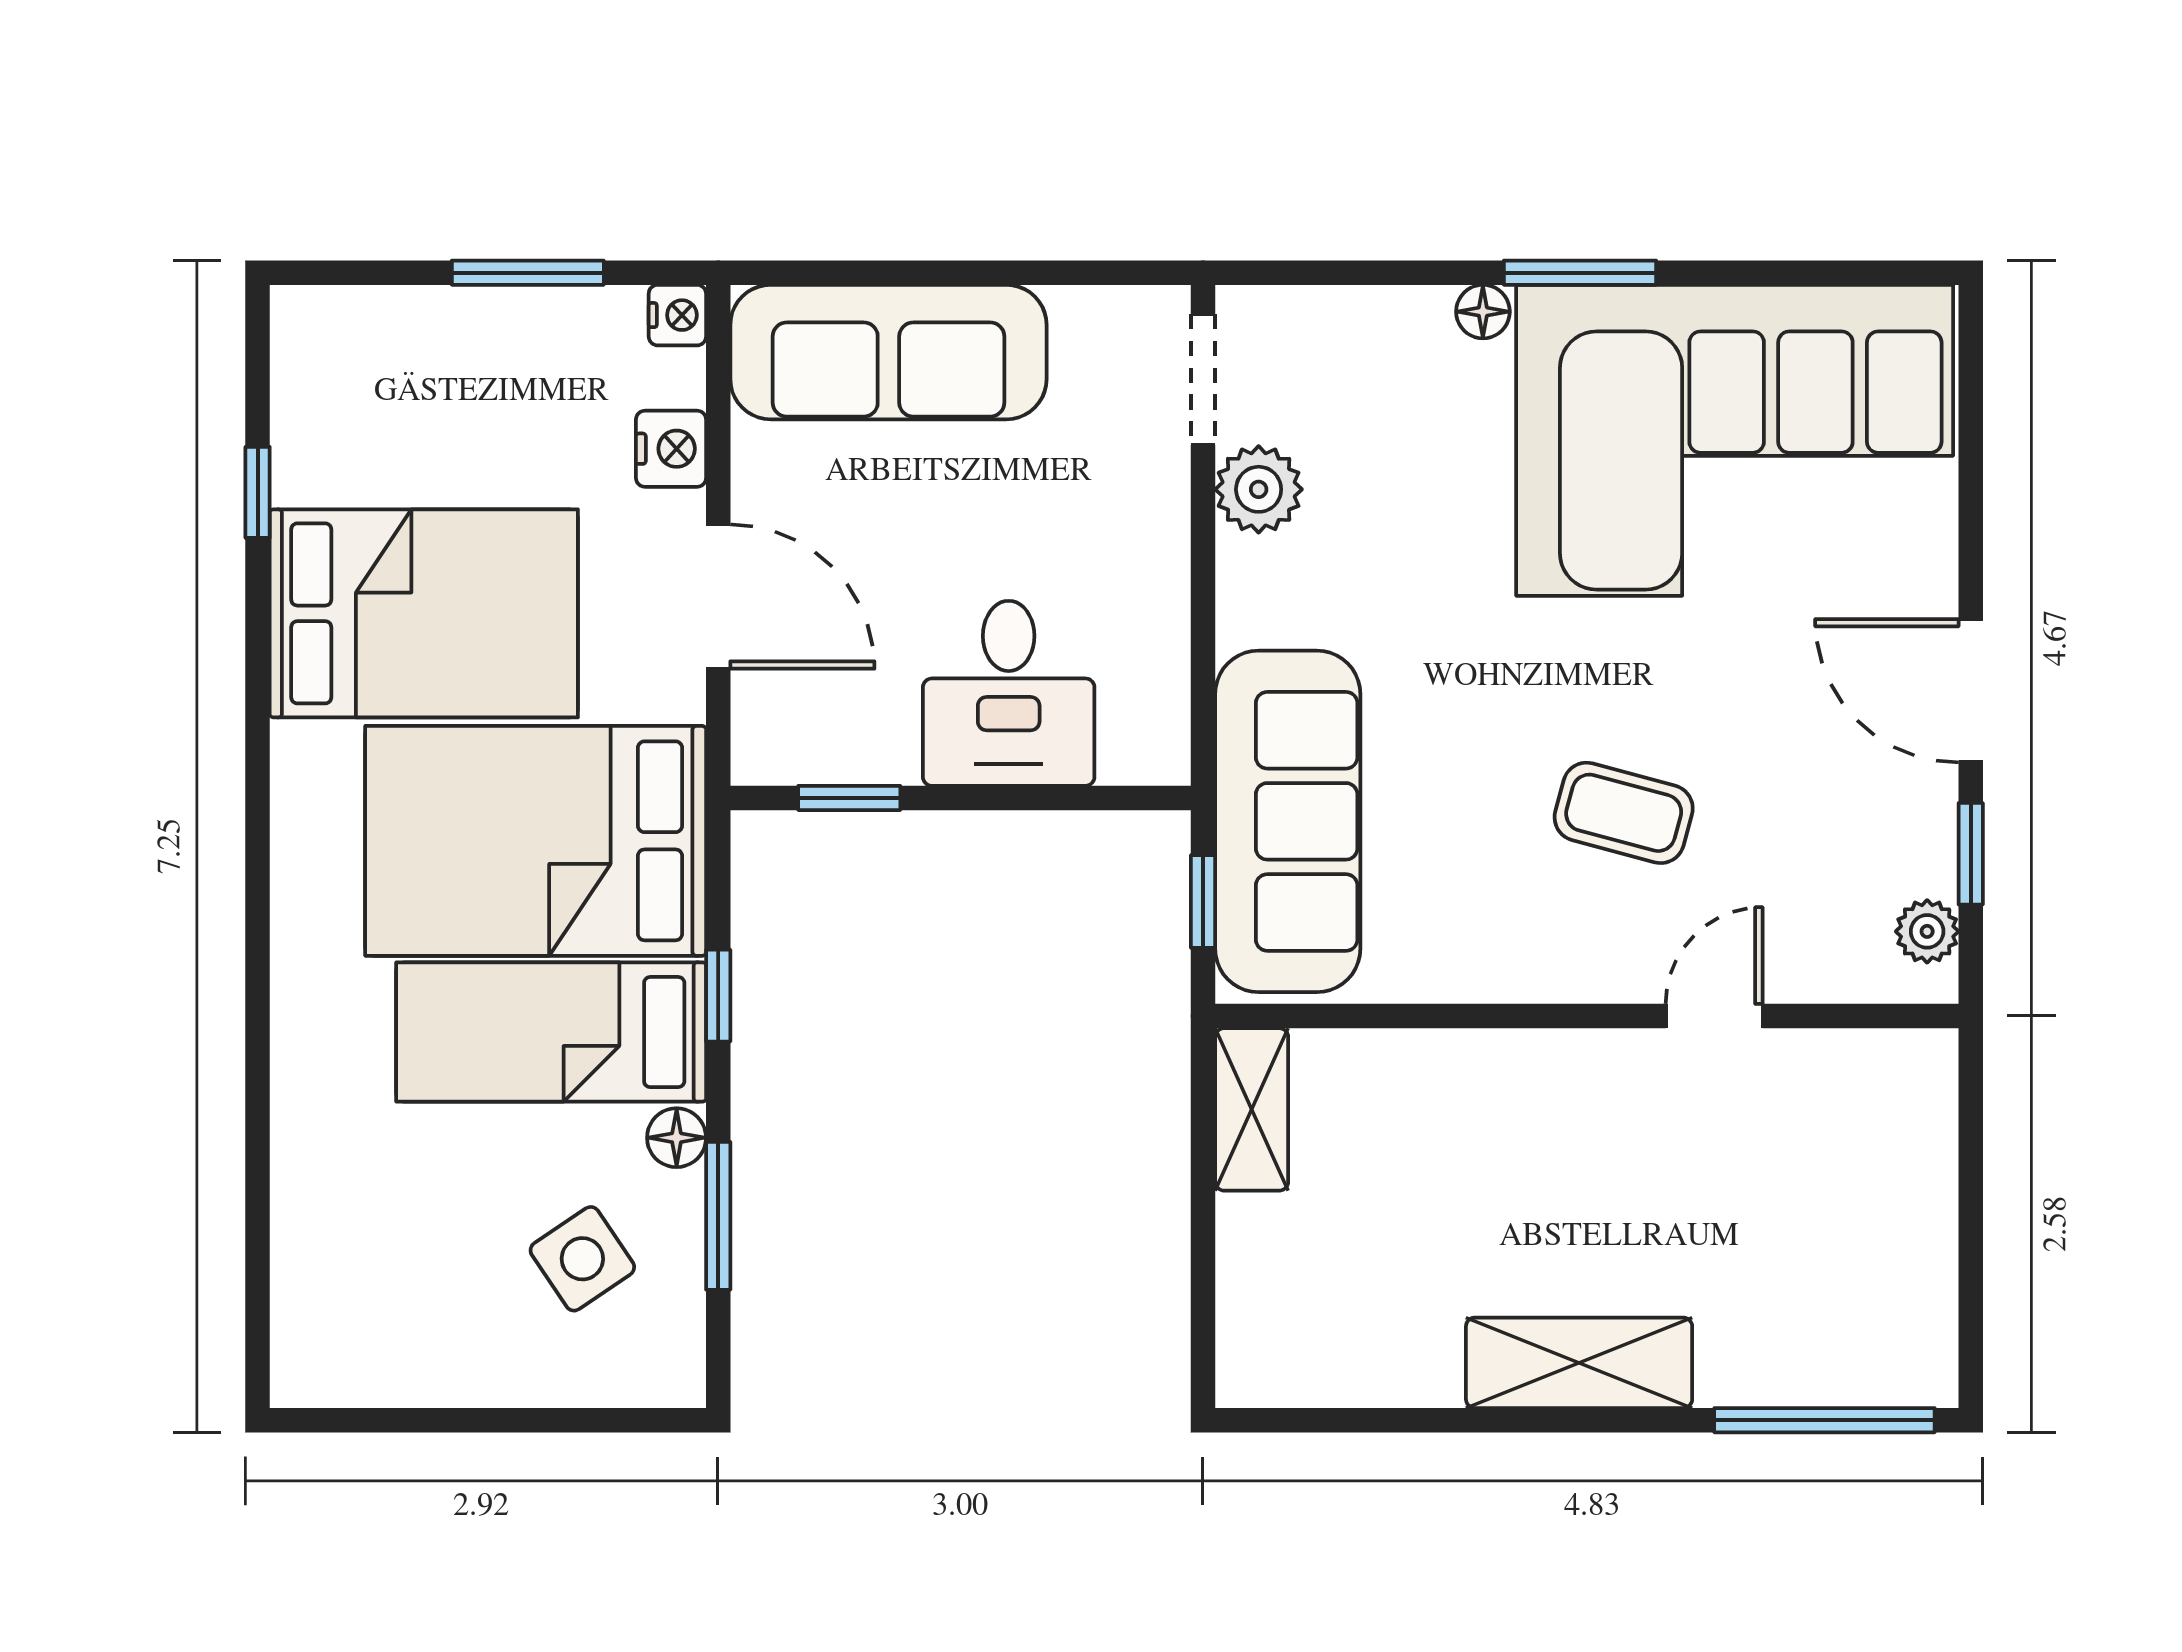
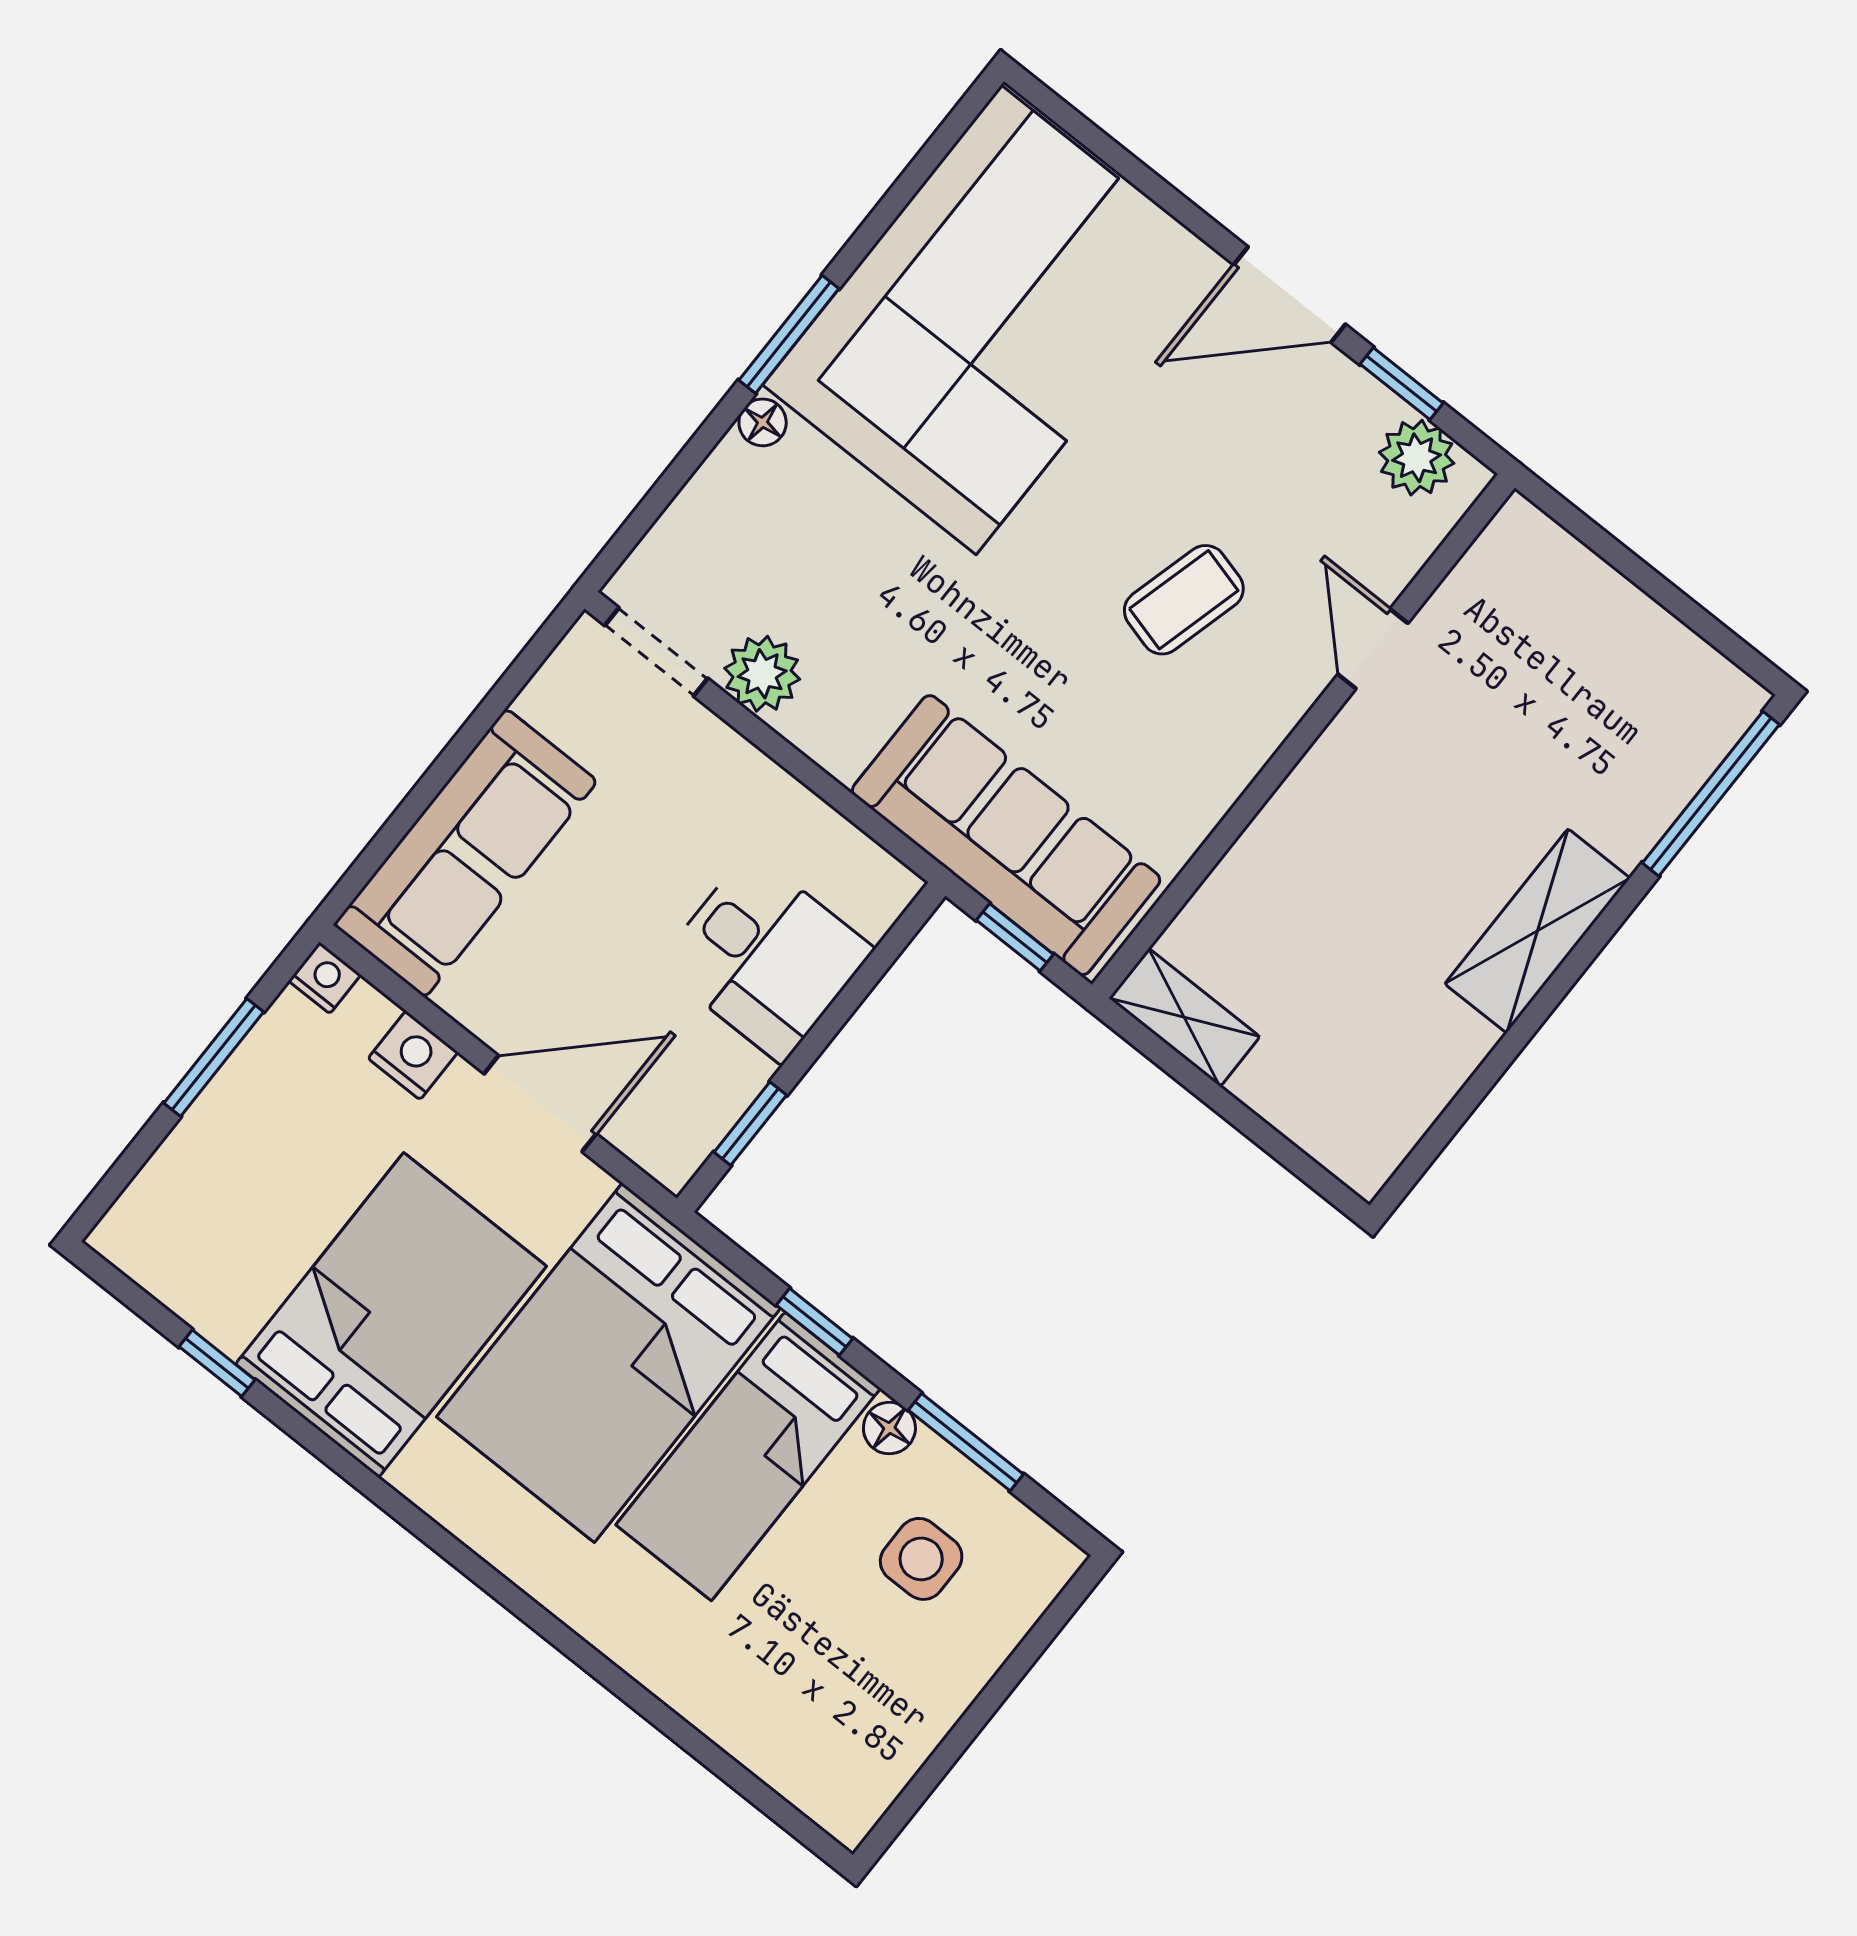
plant: (1927, 931) -> (1417, 458), width x1.38, depth x1.38
side table: (582, 1259) -> (921, 1559), turned 34

